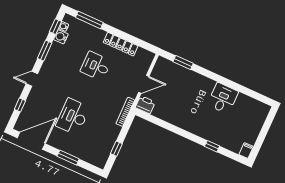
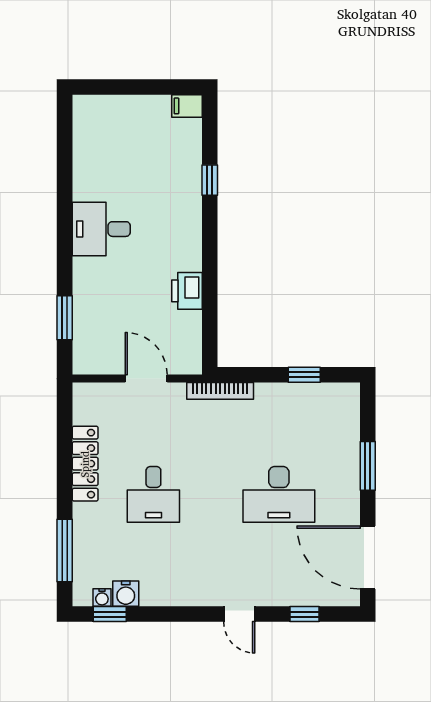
window: (45, 51) -> (170, 614), removed
desk: (223, 98) -> (101, 229), moved
printer: (145, 105) -> (187, 291), moved

